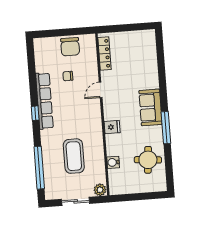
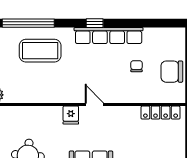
door: (101, 90) -> (94, 104), moved
coffee table: (74, 156) -> (40, 51), moved
water cooler: (113, 162) -> (28, 113), removed

